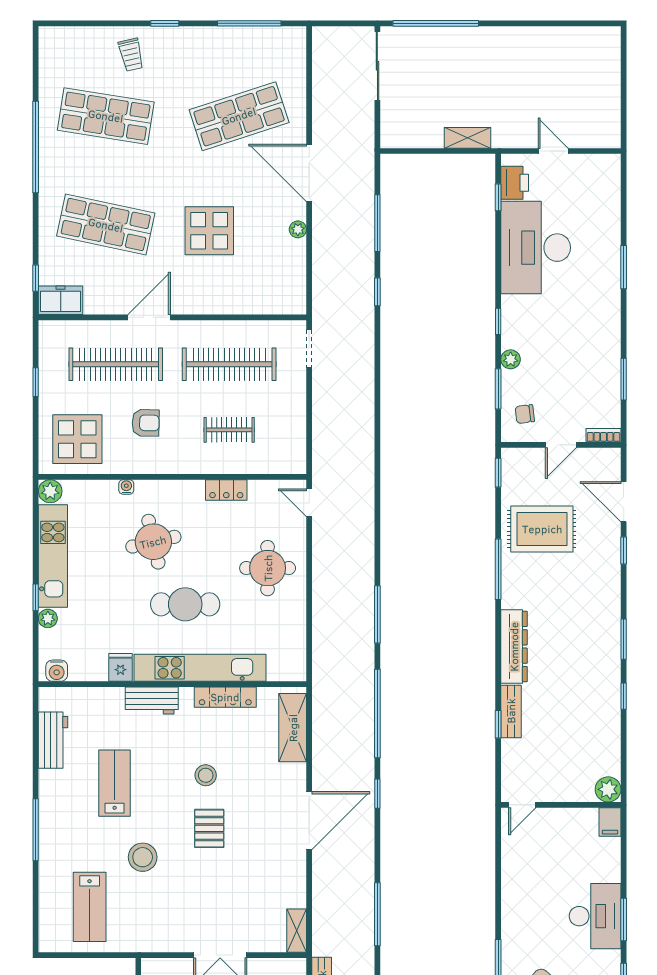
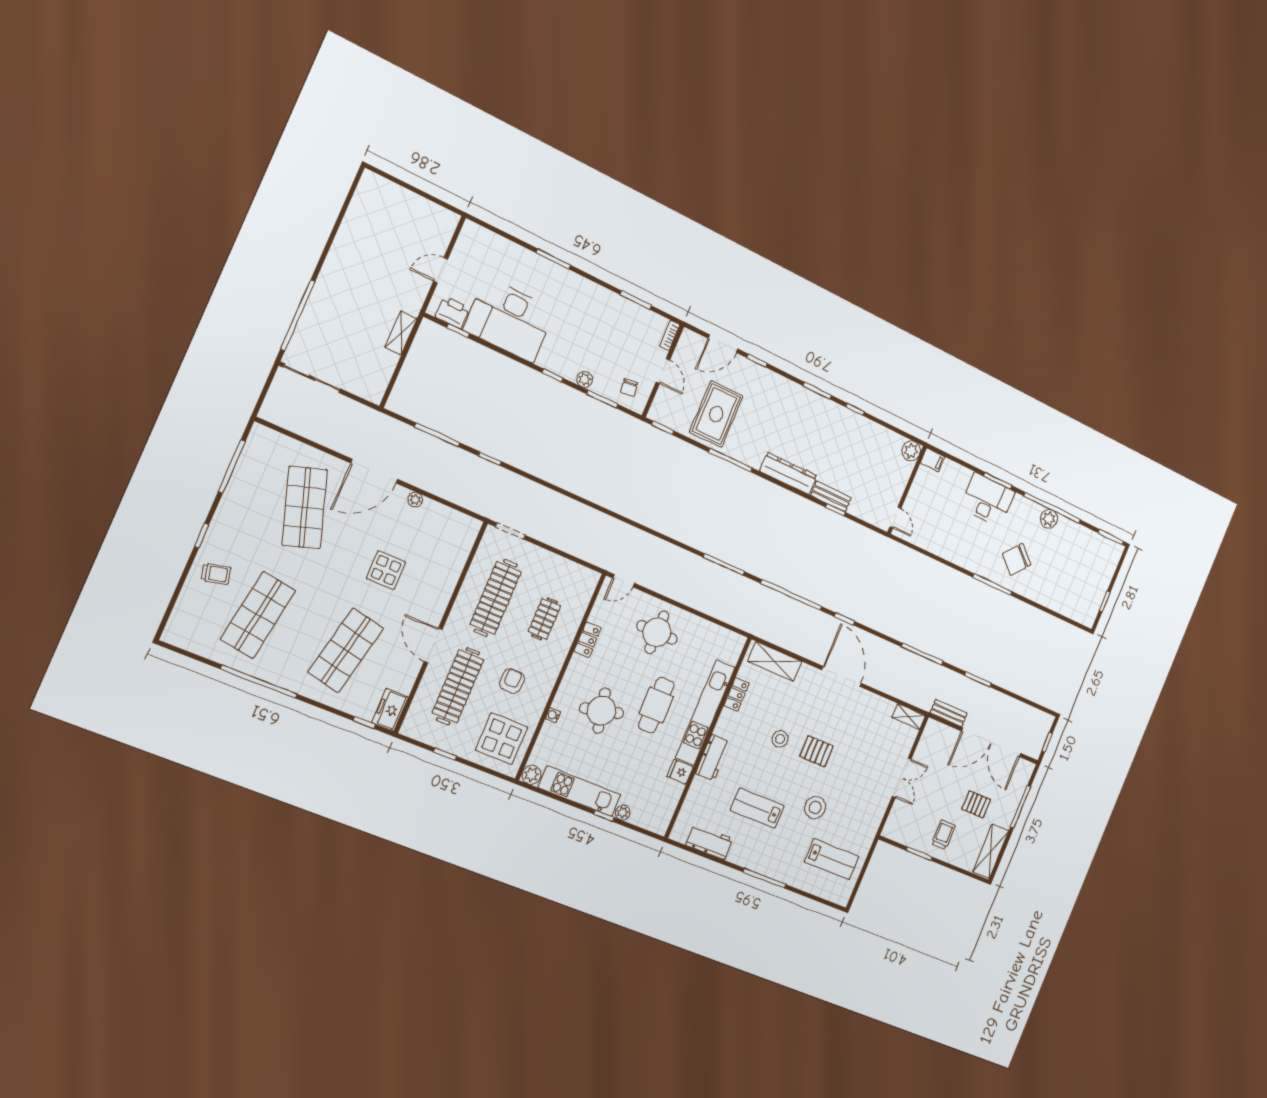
display table: (209, 231) -> (386, 570), width x0.73, depth x0.73
water cooler: (57, 671) -> (662, 820), removed
locker: (225, 697) -> (736, 694), width x0.66

